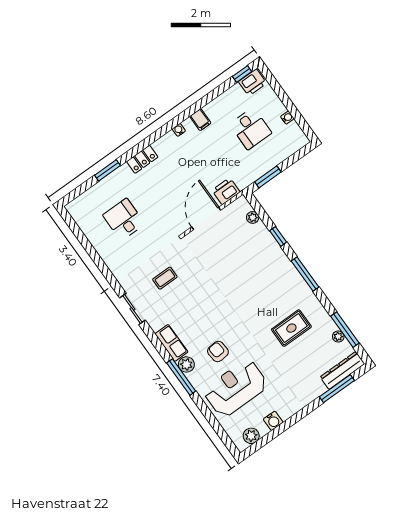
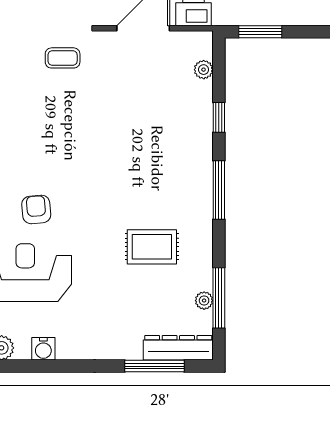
coffee table: (165, 278) -> (63, 58), moved

